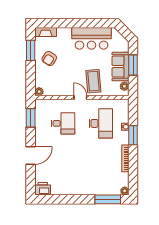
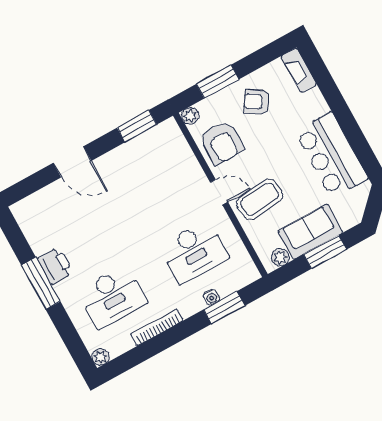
window: (31, 50) -> (218, 82), moved
armchair: (59, 84) -> (222, 142), added
door: (80, 98) -> (219, 192), hinge flipped
desk: (63, 123) -> (112, 297), moved, width x1.37
window: (133, 135) -> (224, 308), moved
printer: (43, 189) -> (55, 266), moved
window: (108, 199) -> (41, 283), moved

